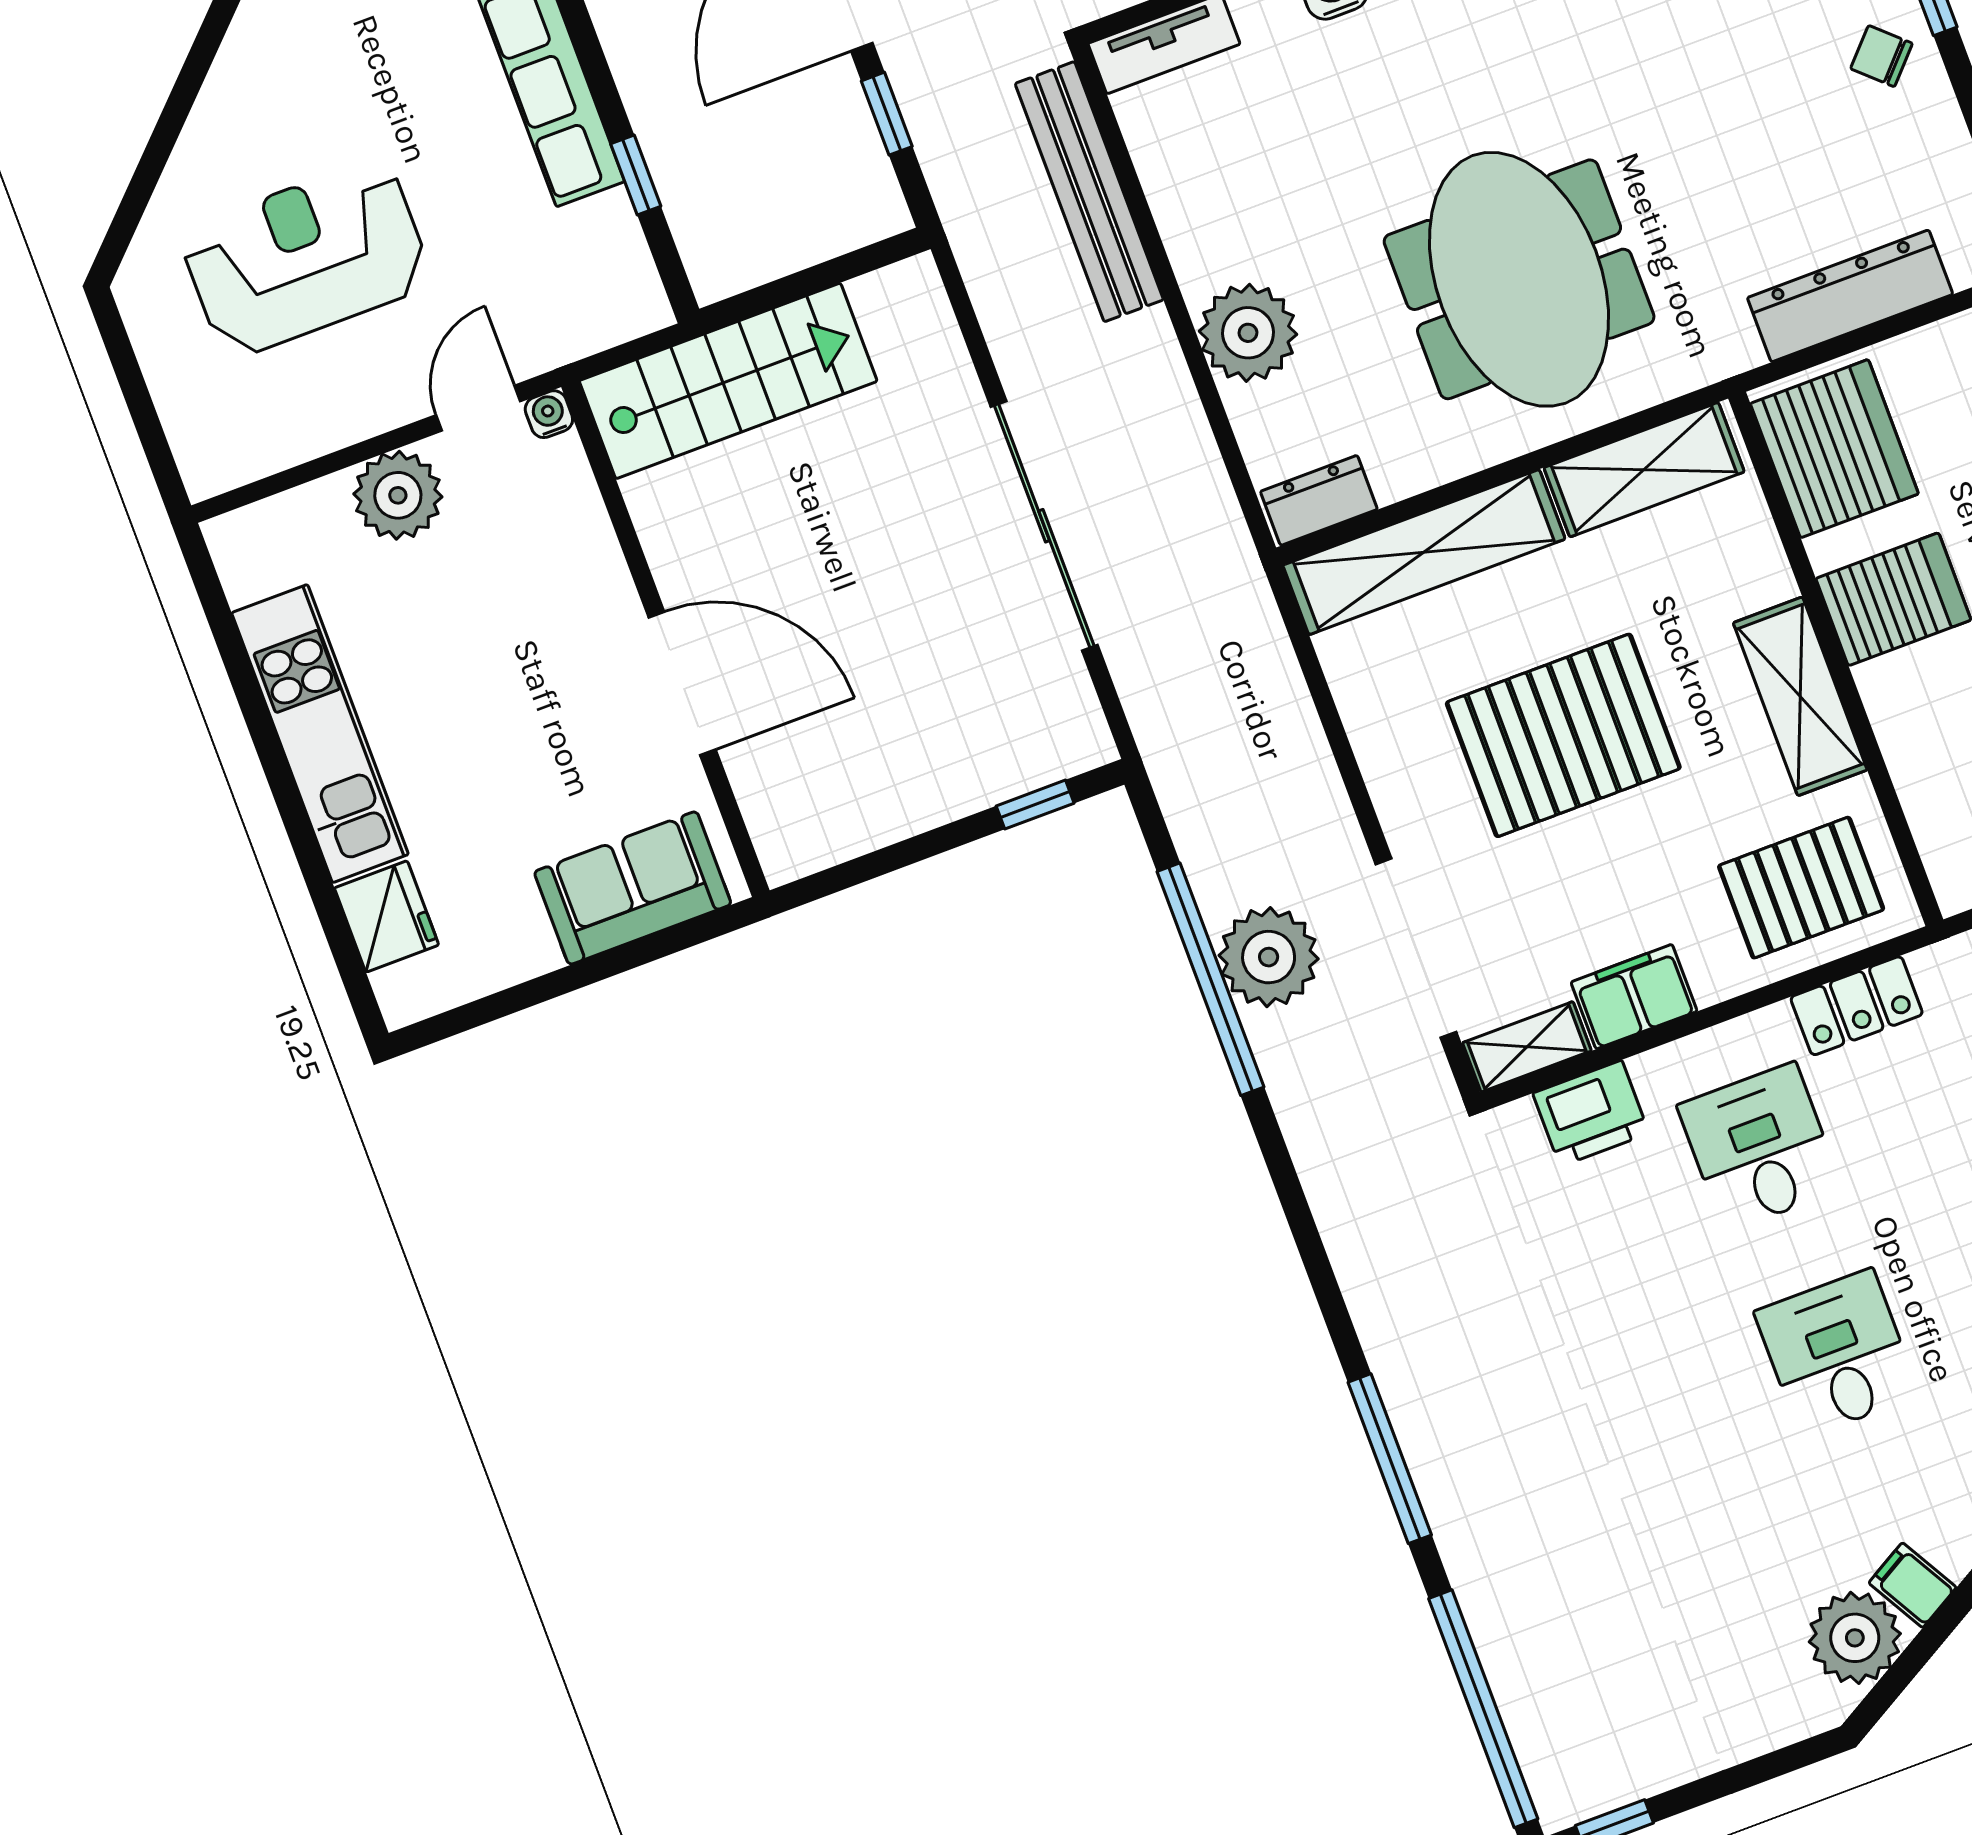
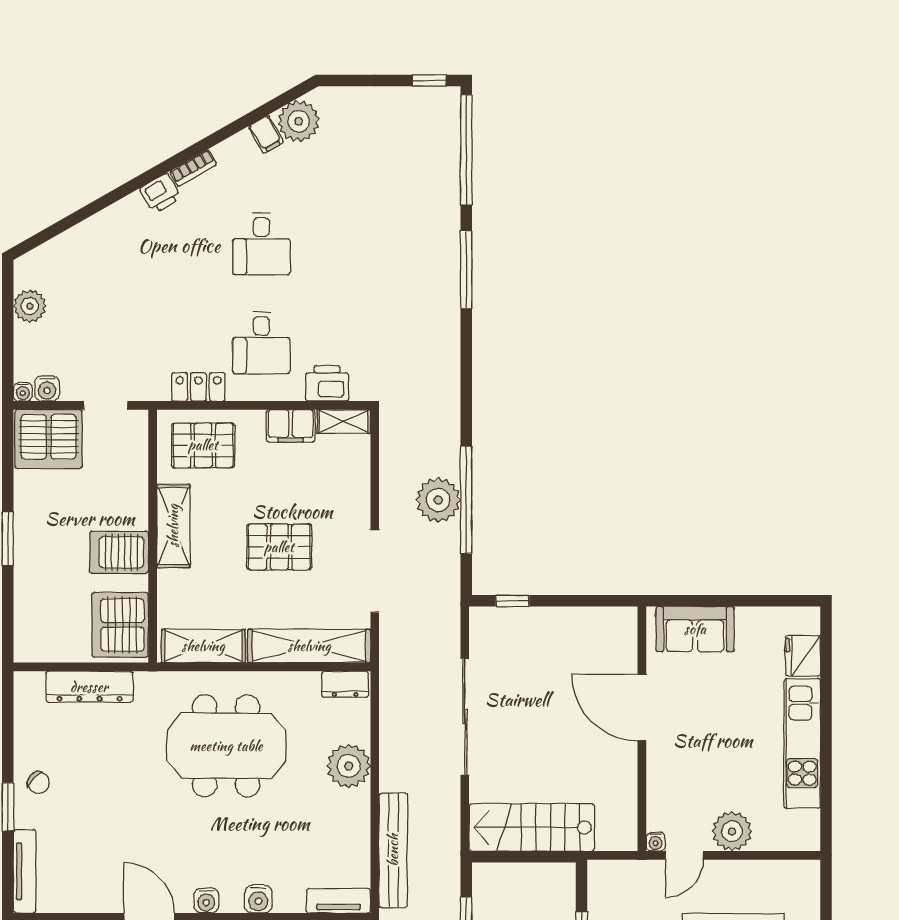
meeting table: (1519, 279) -> (226, 746), turned 90
stairs: (728, 381) -> (532, 827), moved
pallet: (1563, 735) -> (279, 547), width x0.73, depth x0.71
doorway: (1416, 948) -> (375, 571), moved

